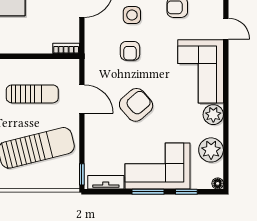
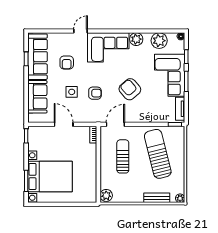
door: (82, 99) -> (115, 124), moved

